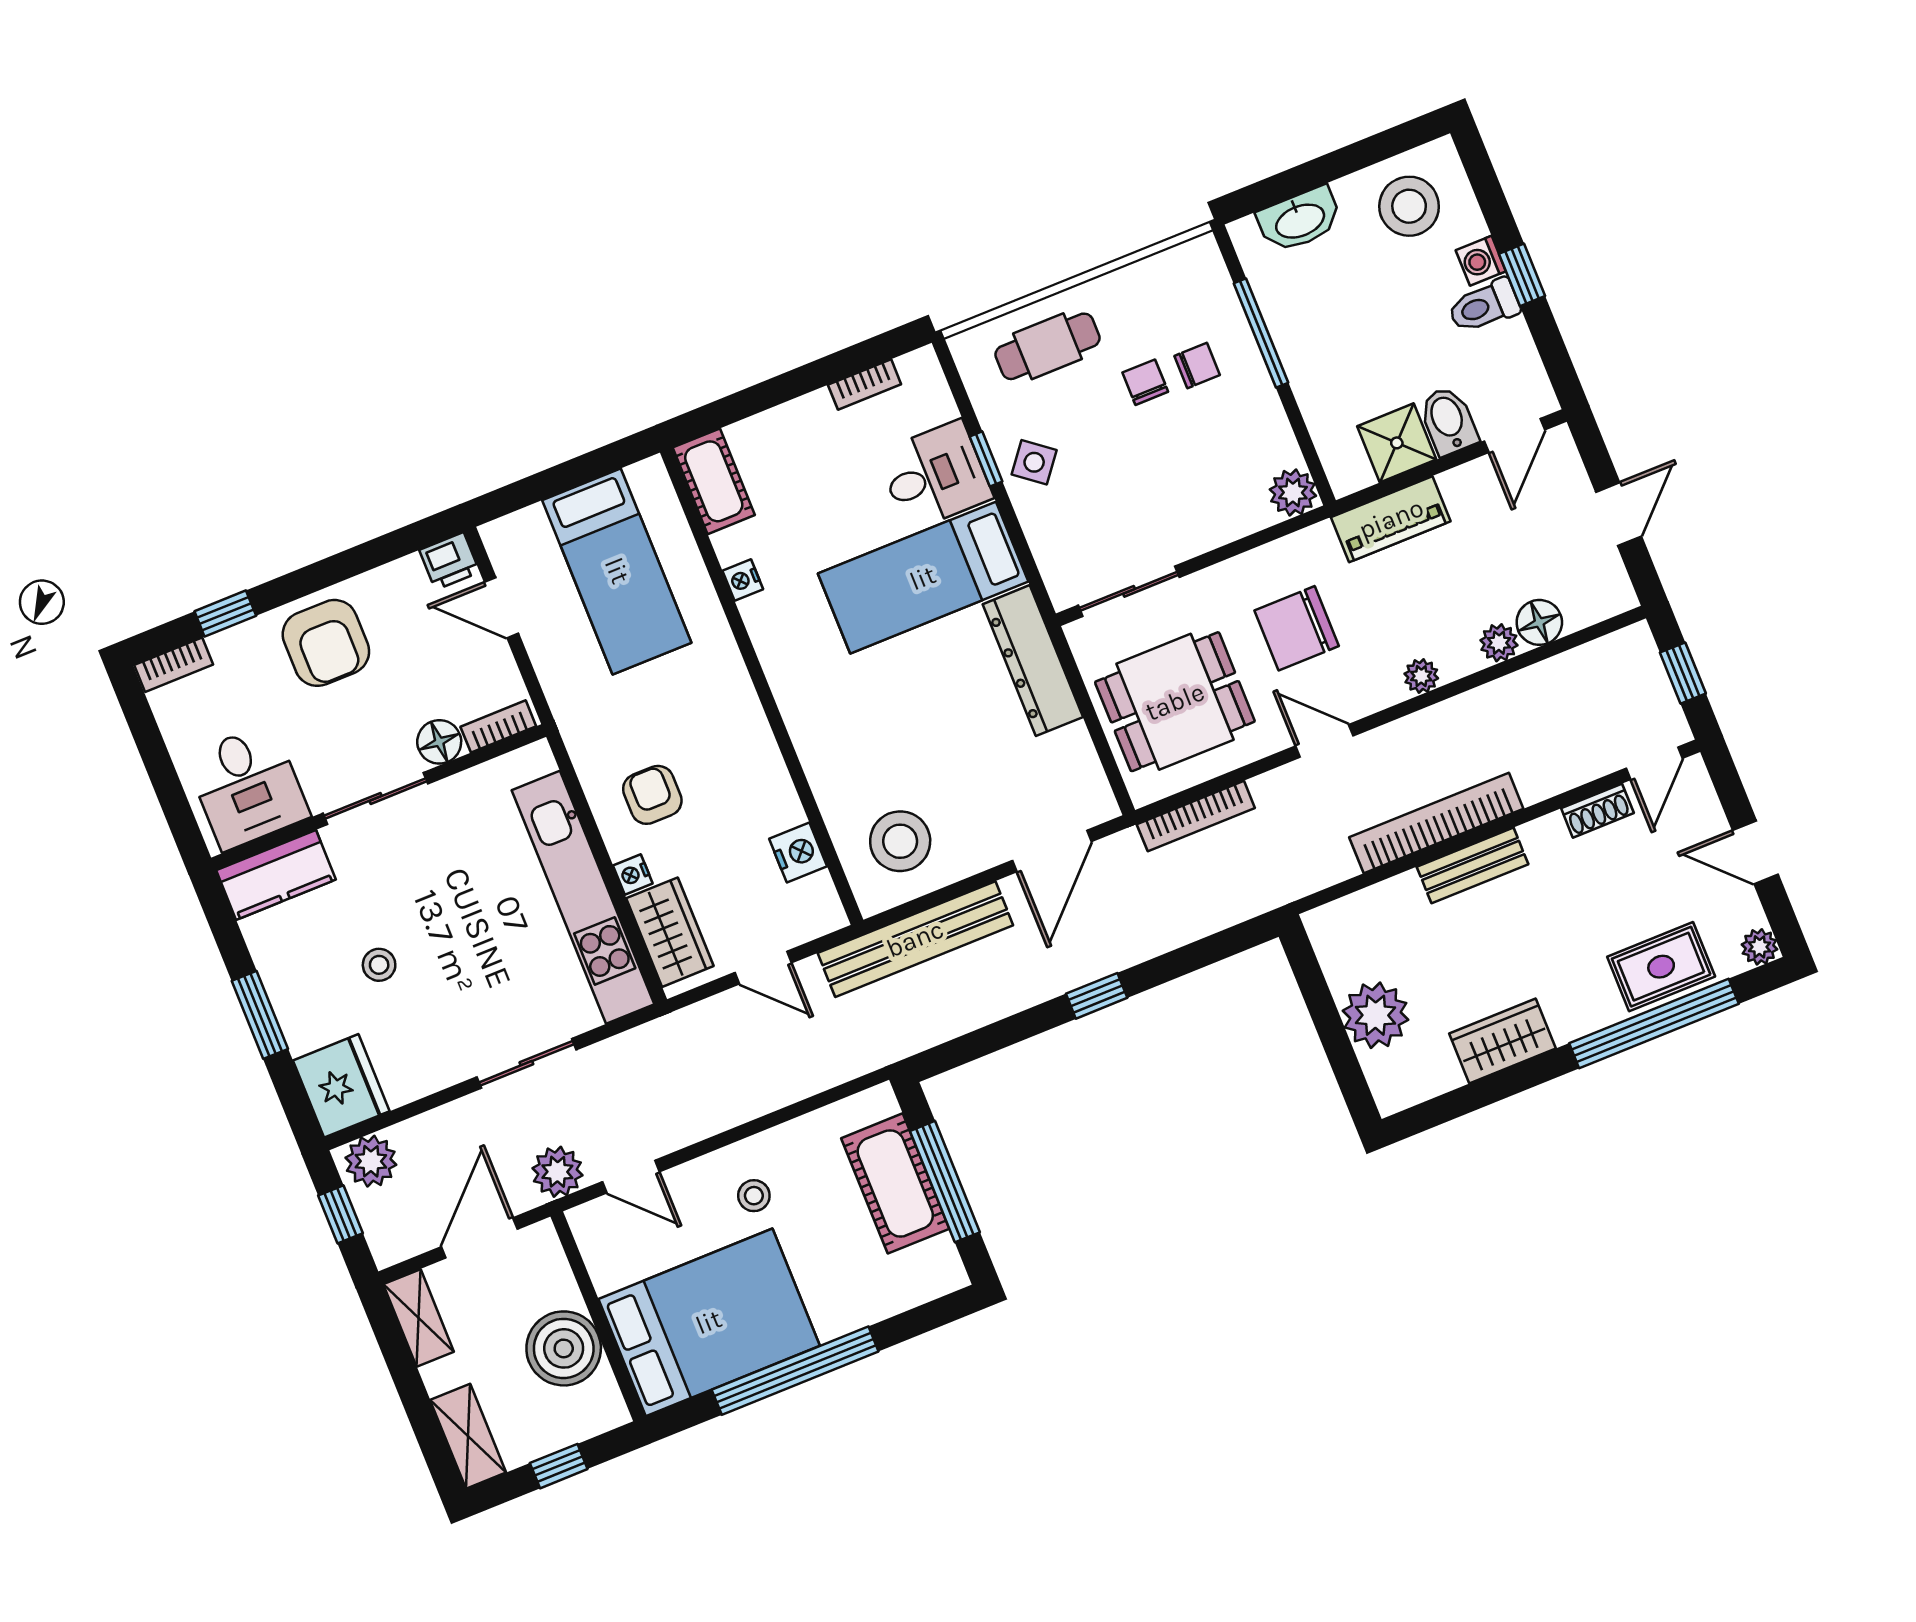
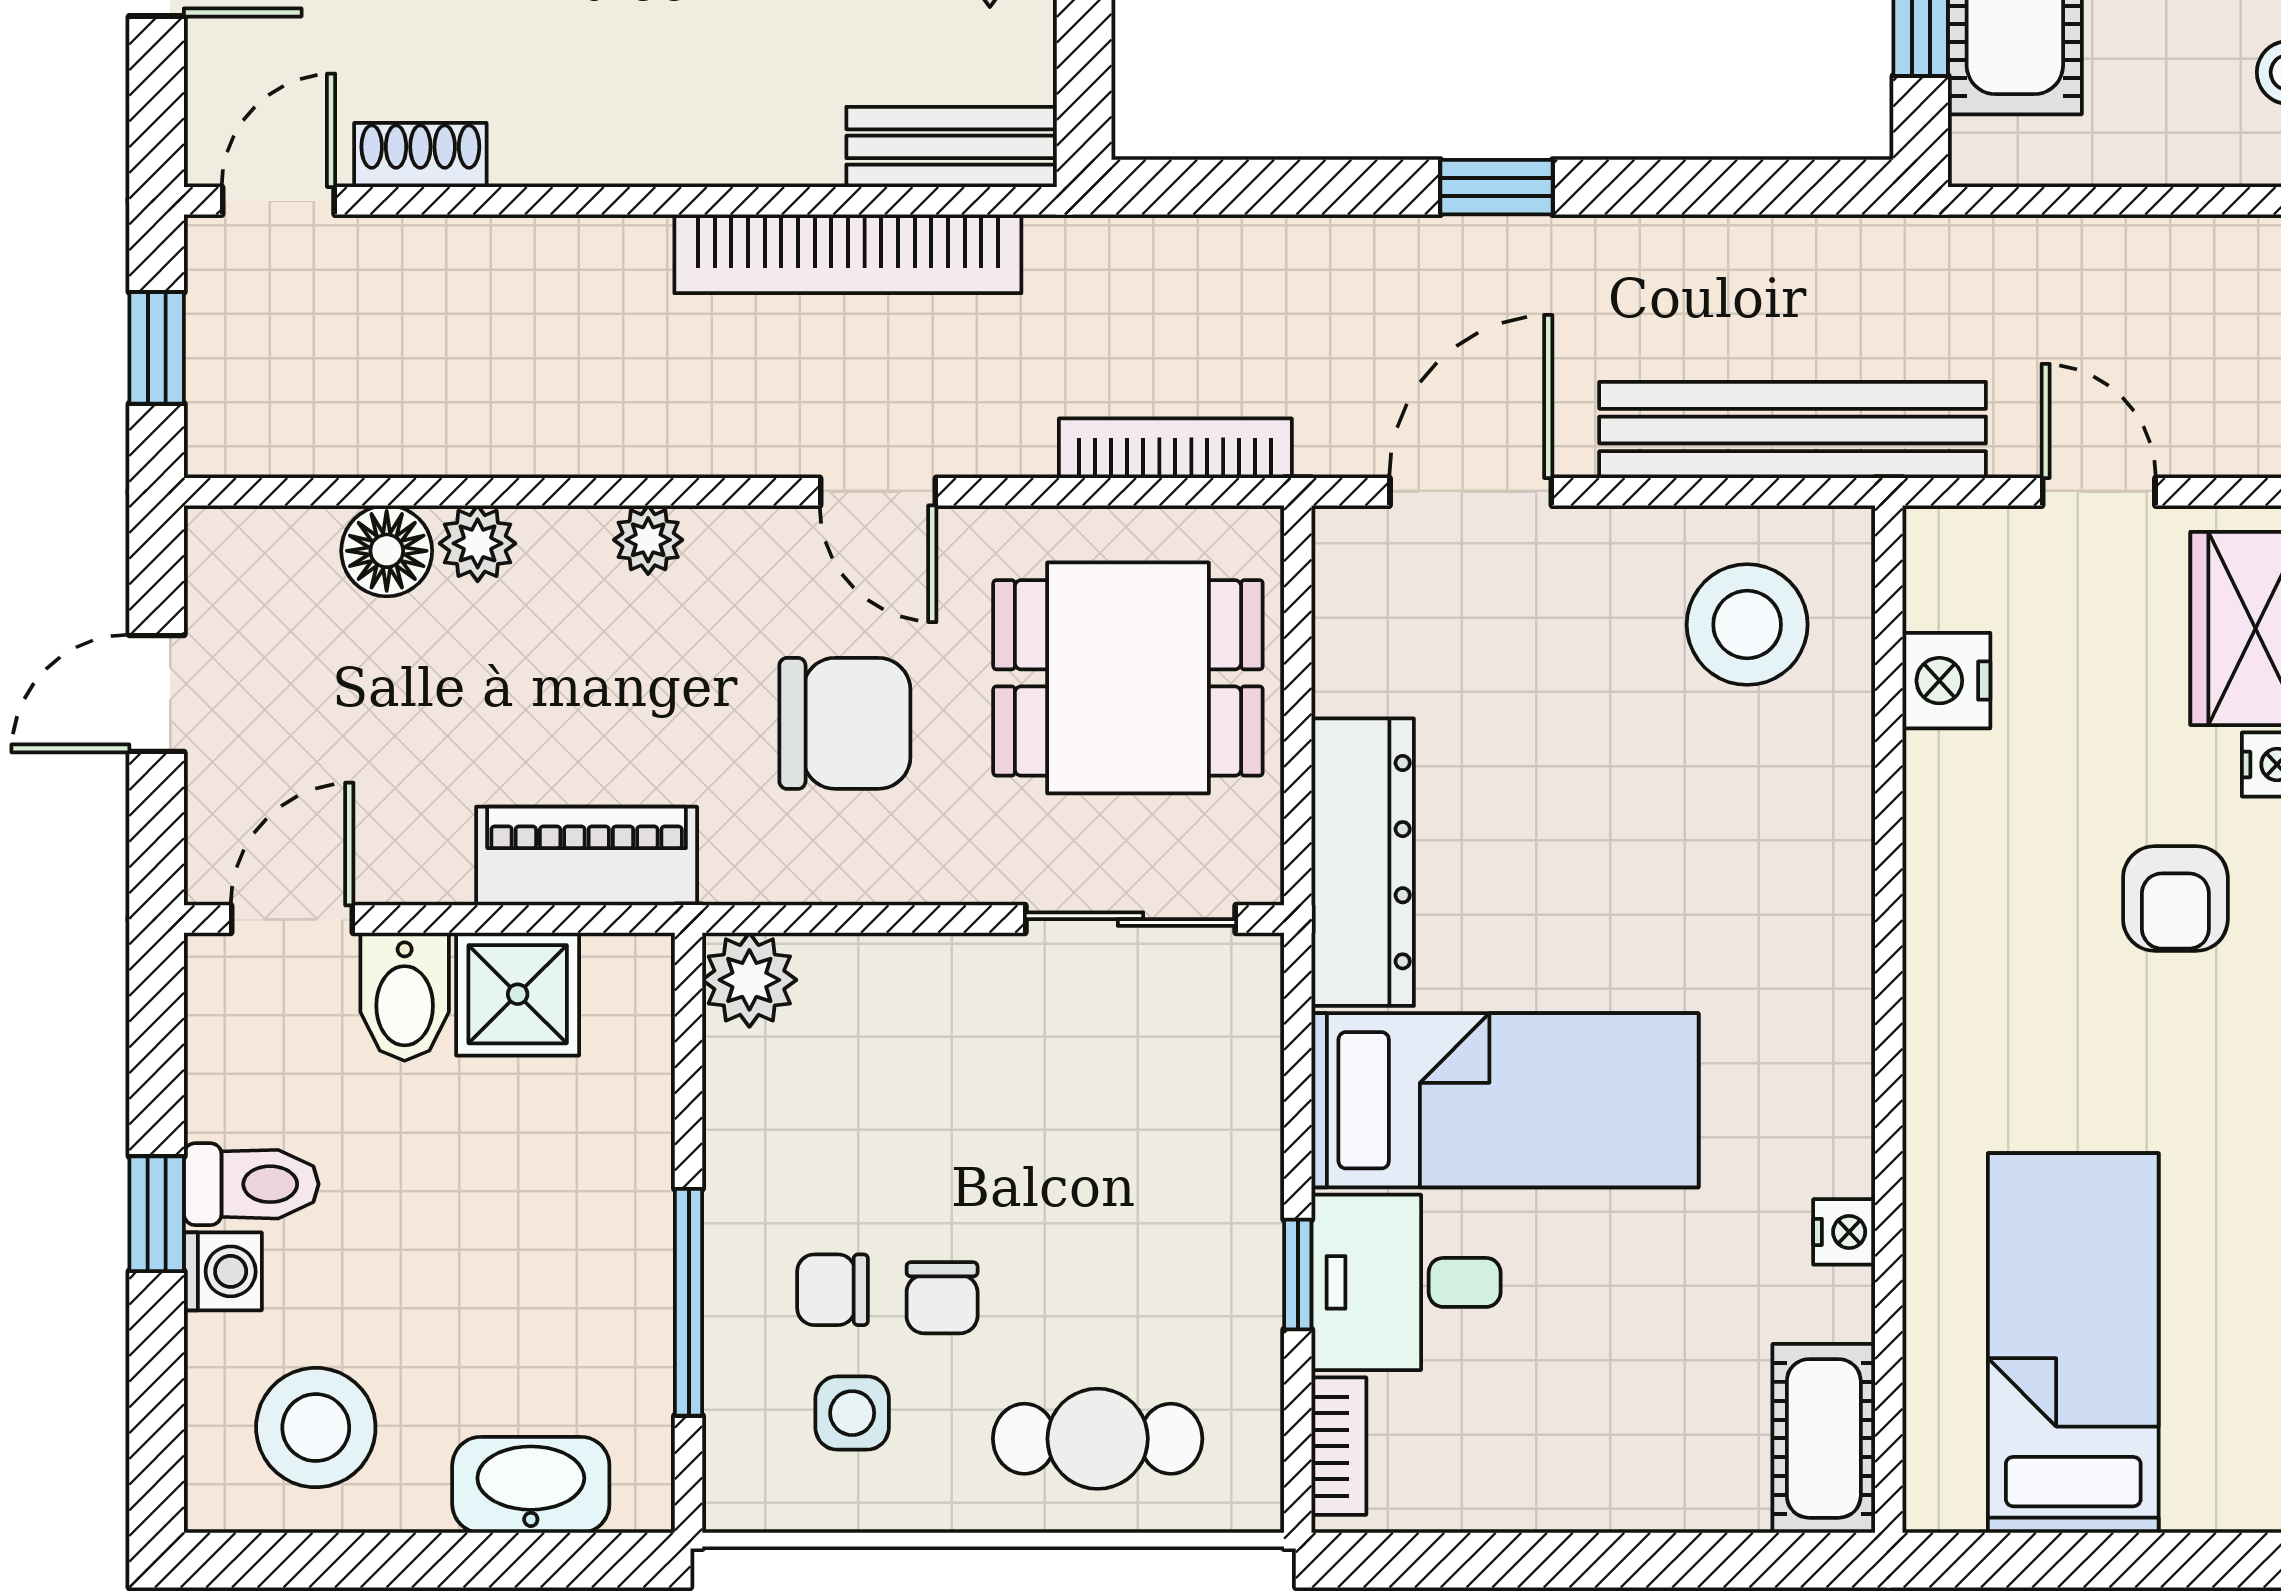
bookcase: (865, 385) -> (1339, 1446), moved, turned 90
side table: (1034, 462) -> (852, 1413), moved, turned -38
bookcase: (1436, 823) -> (848, 254), moved
bench: (1473, 865) -> (952, 147), moved

